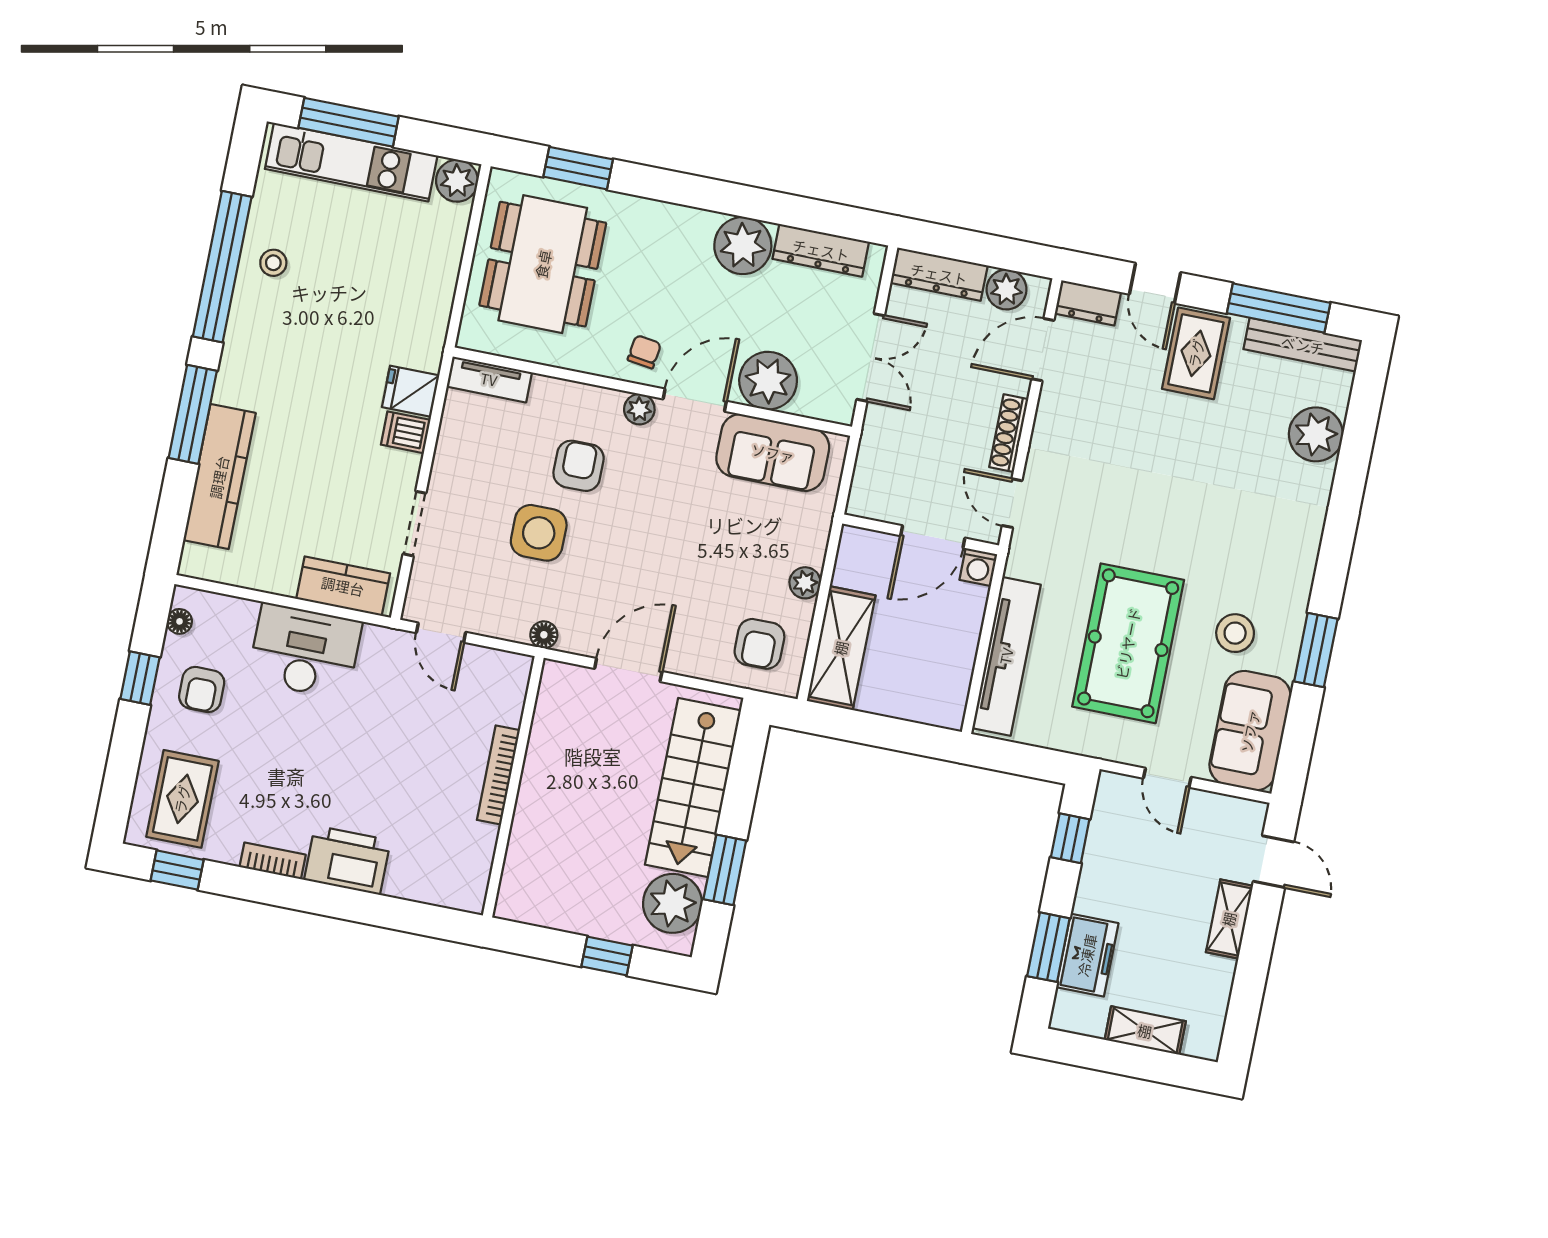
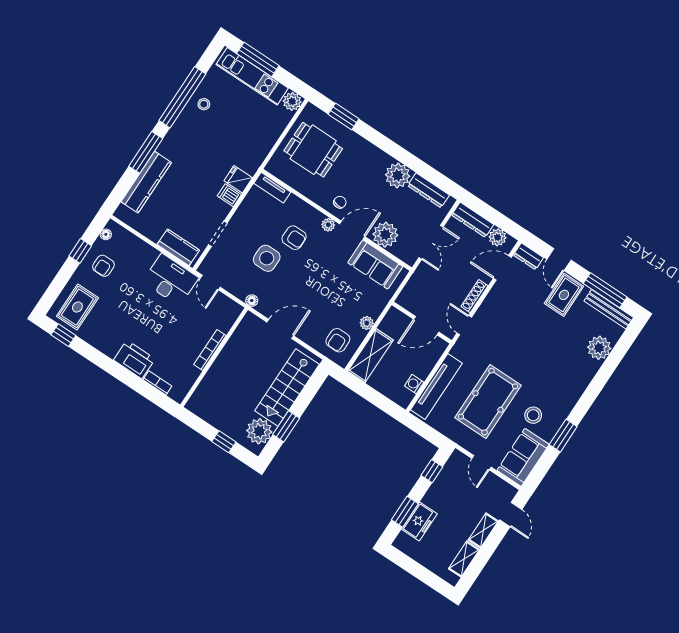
dining table: (543, 264) -> (313, 150), width x0.73
armchair: (579, 466) -> (294, 238), turned 90
washing machine: (978, 567) -> (414, 384), moved, turned 90
desk: (305, 651) -> (171, 280), moved
bookcase: (273, 861) -> (157, 383), moved
shelving: (1145, 1031) -> (464, 559), moved, turned 90

